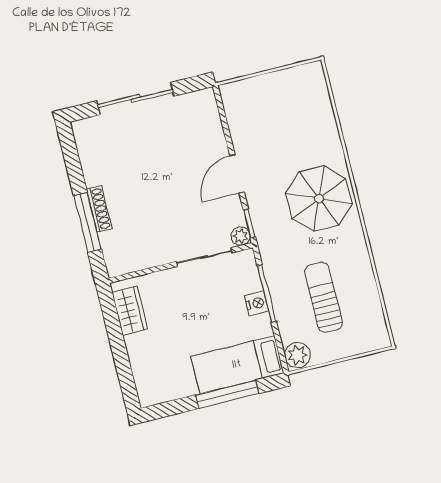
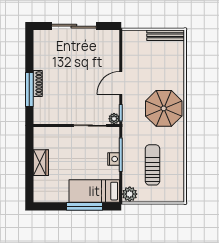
bench: (292, 76) -> (166, 35), added
wardrobe: (130, 310) -> (41, 163), moved

